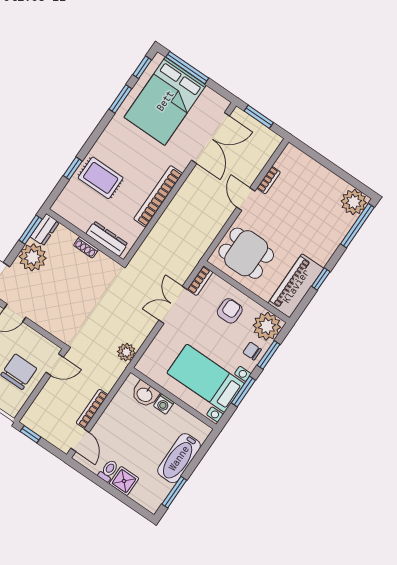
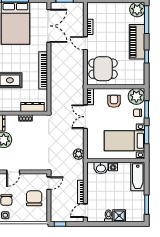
piano: (296, 286) -> (137, 42), moved
door: (80, 440) -> (85, 211), swing flipped
bathtub: (179, 458) -> (138, 177), moved

